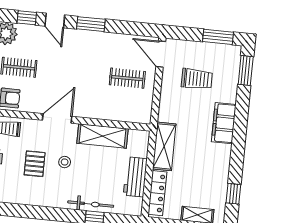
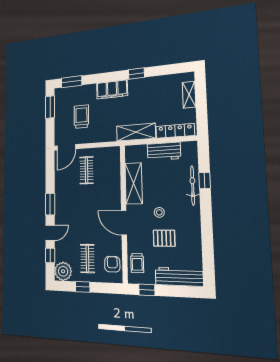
window: (233, 194) -> (136, 74), moved

